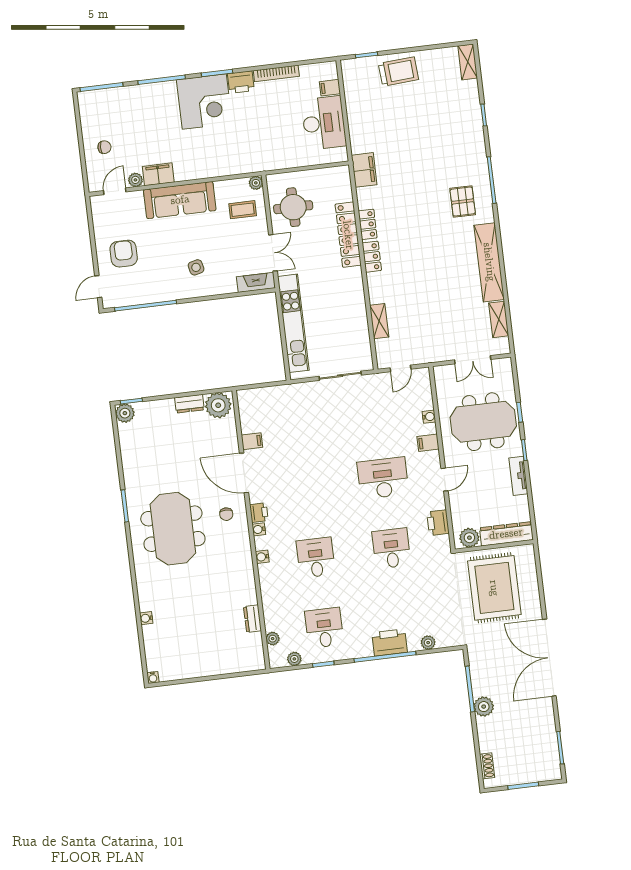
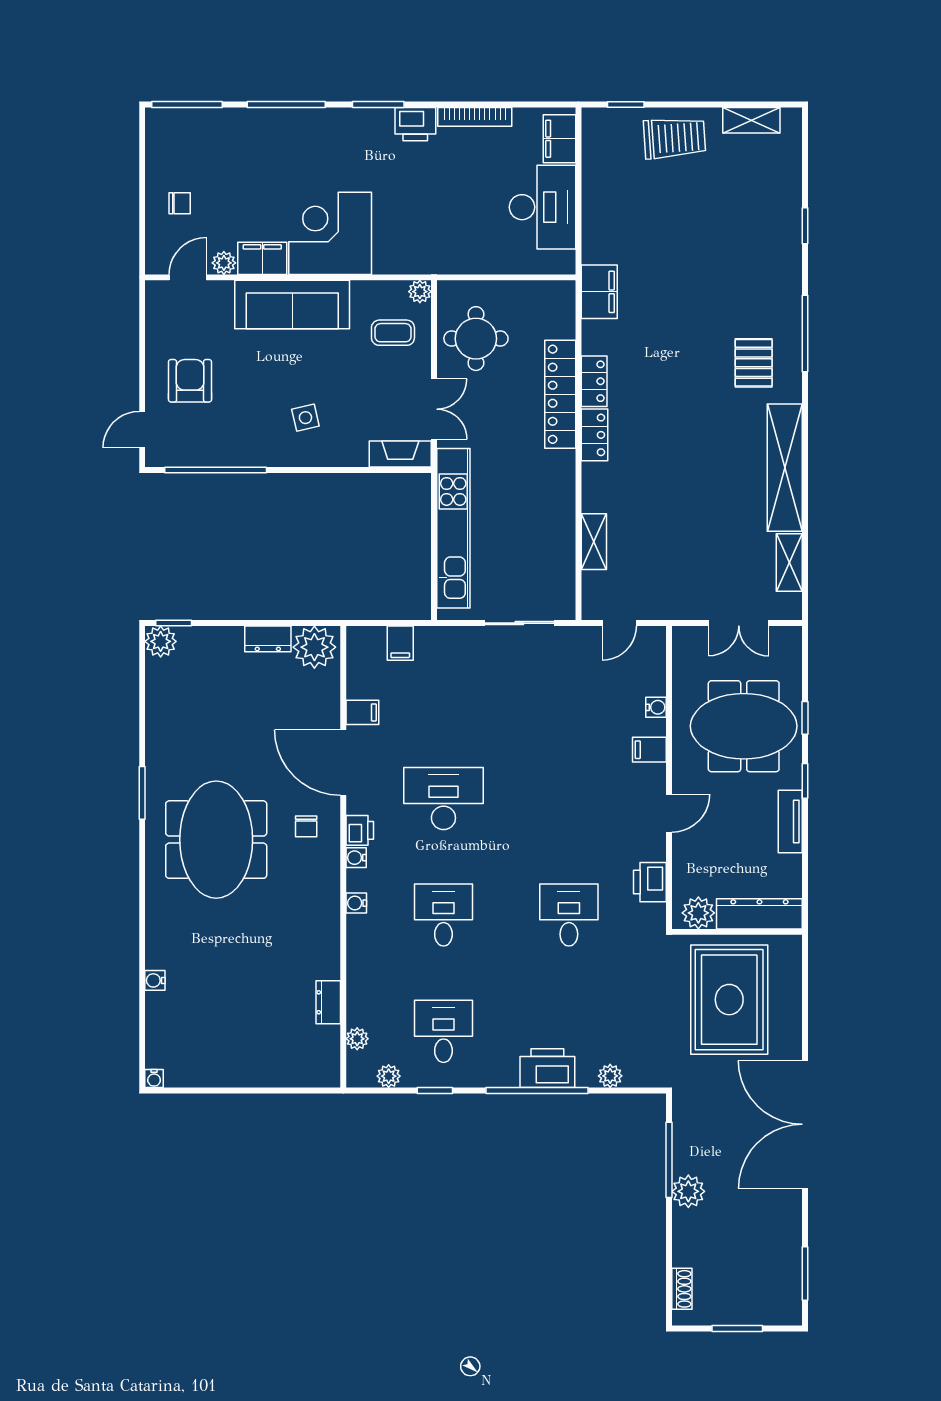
shelving: (468, 62) -> (751, 120), moved, turned 90
filing cabinet: (330, 88) -> (560, 139), width x2.00
corner desk: (204, 102) -> (330, 233), moved, turned 180
filing cabinet: (270, 397) -> (400, 643), added
desk: (383, 478) -> (443, 799), moved

